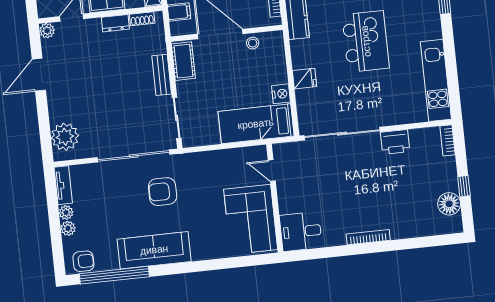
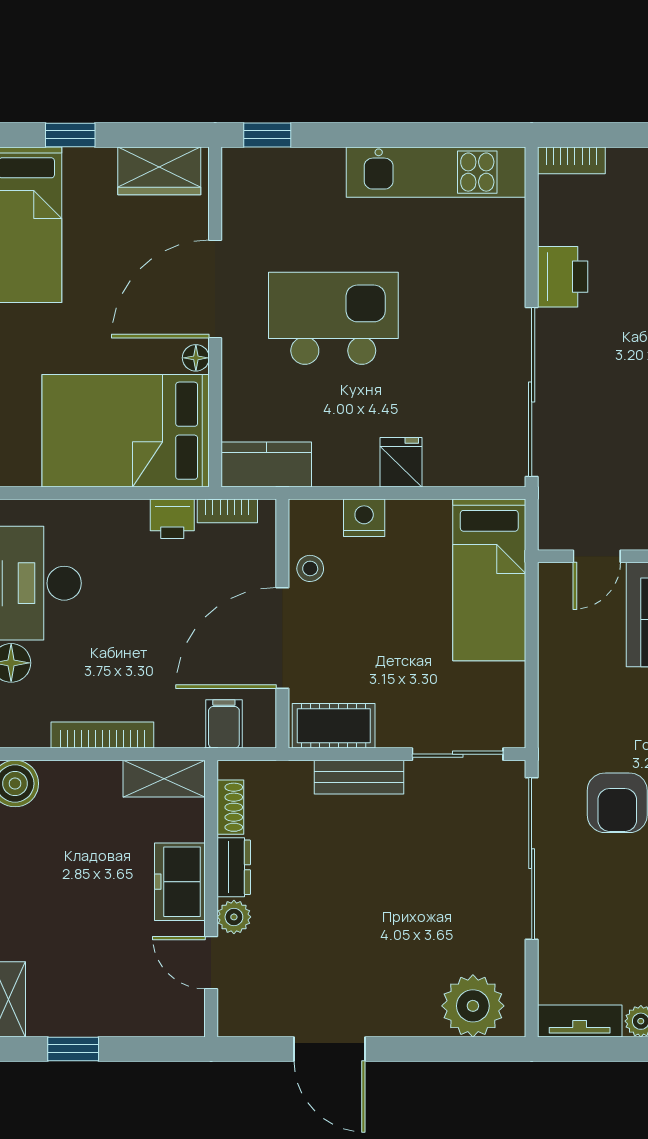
plant: (47, 31) -> (234, 917), moved
nightstand: (281, 94) -> (364, 518), moved

